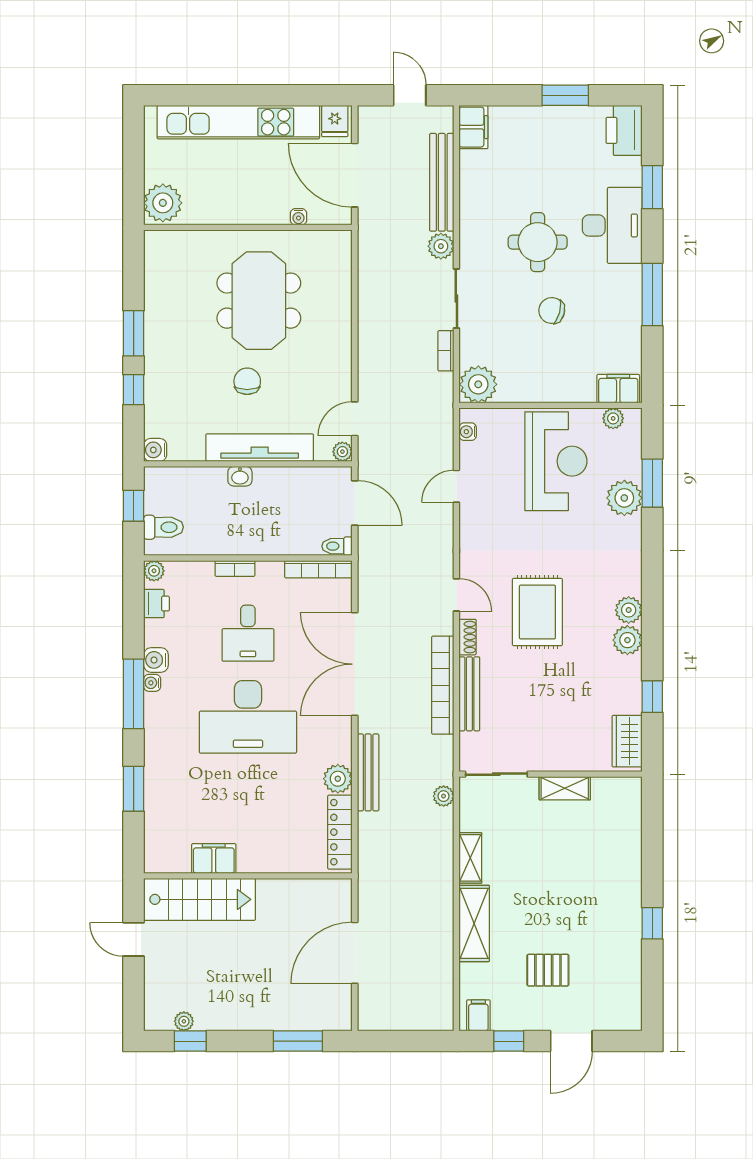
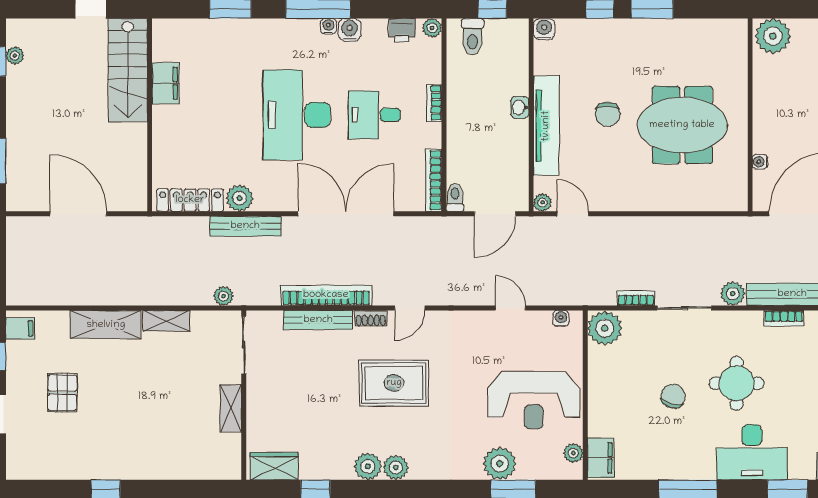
bookcase: (468, 191) -> (784, 318), added
chair: (247, 381) -> (608, 114), turned 90

